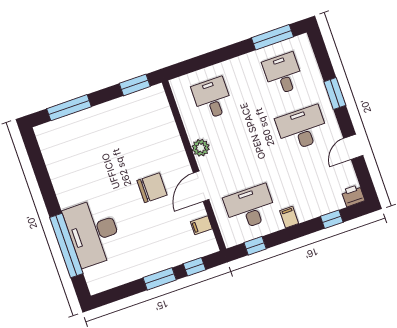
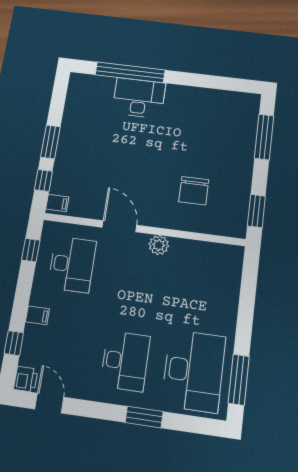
desk: (283, 74) -> (194, 371), width x1.87, depth x1.30
desk: (212, 98) -> (204, 282), removed
door: (353, 147) -> (49, 403), moved
chair: (152, 188) -> (194, 191), moved
filing cabinet: (289, 217) -> (37, 315), moved
filing cabinet: (201, 225) -> (57, 203), moved, turned 90
desk: (93, 232) -> (139, 98), width x0.73, depth x0.77

